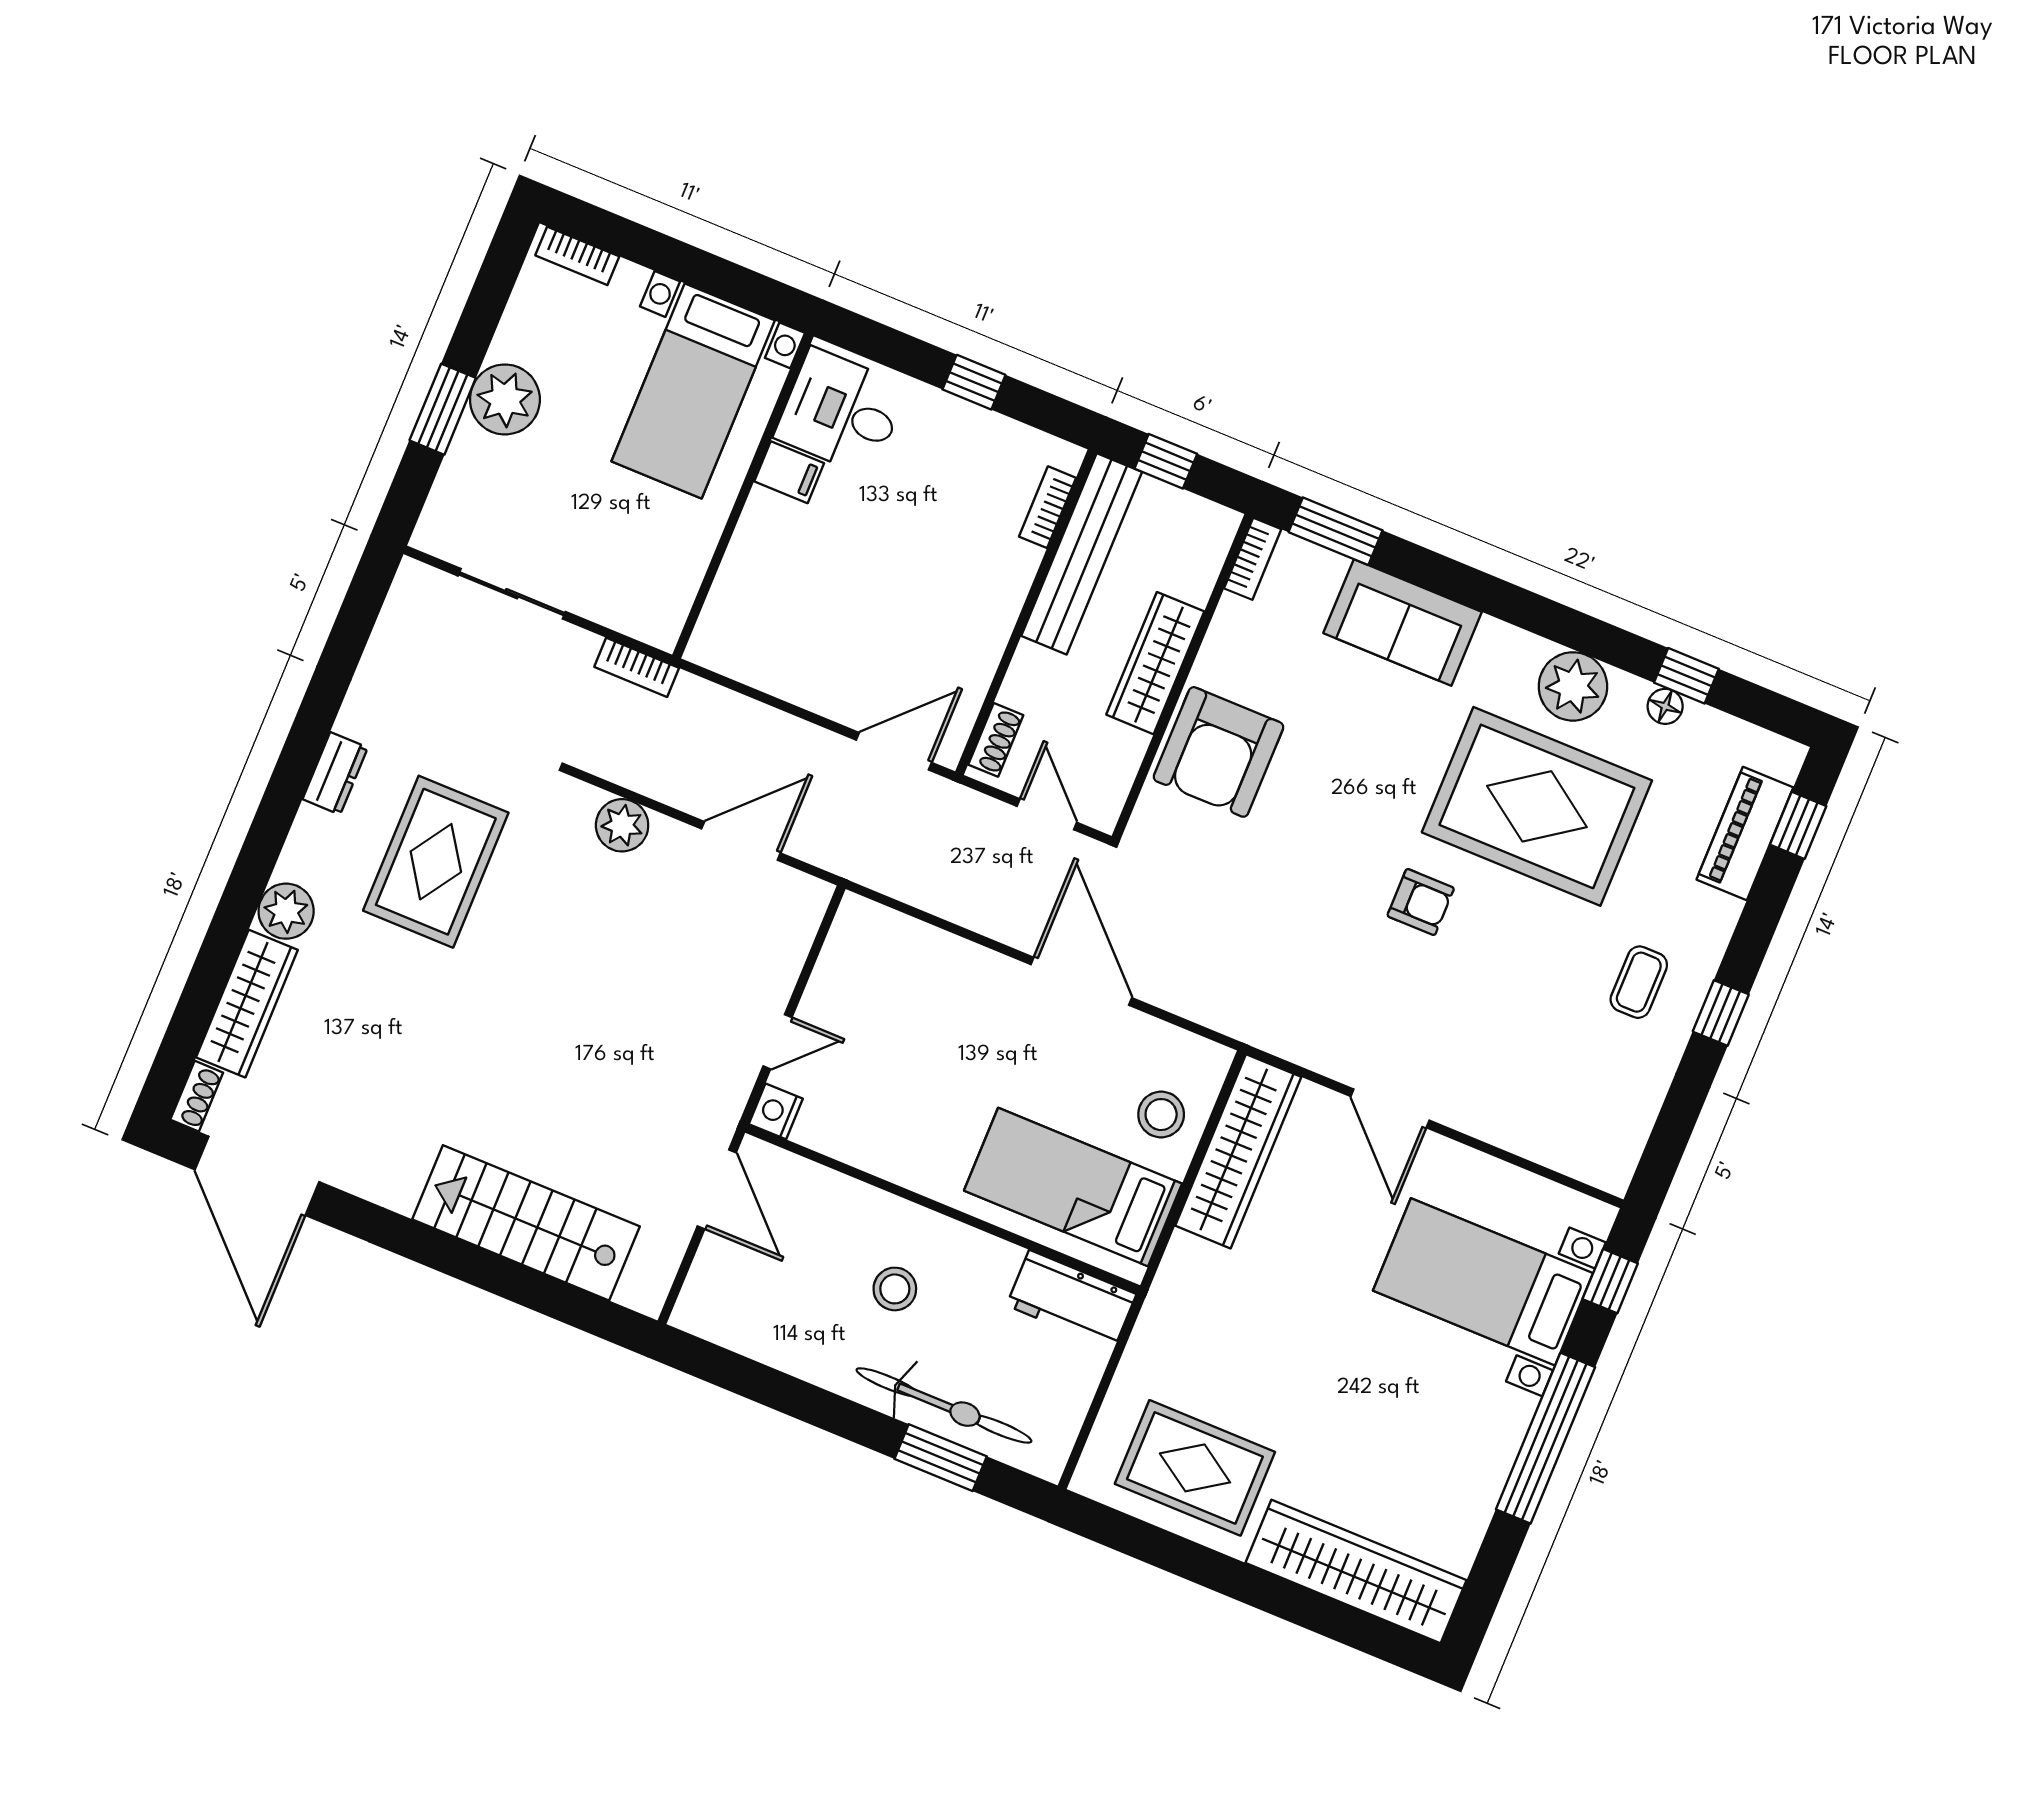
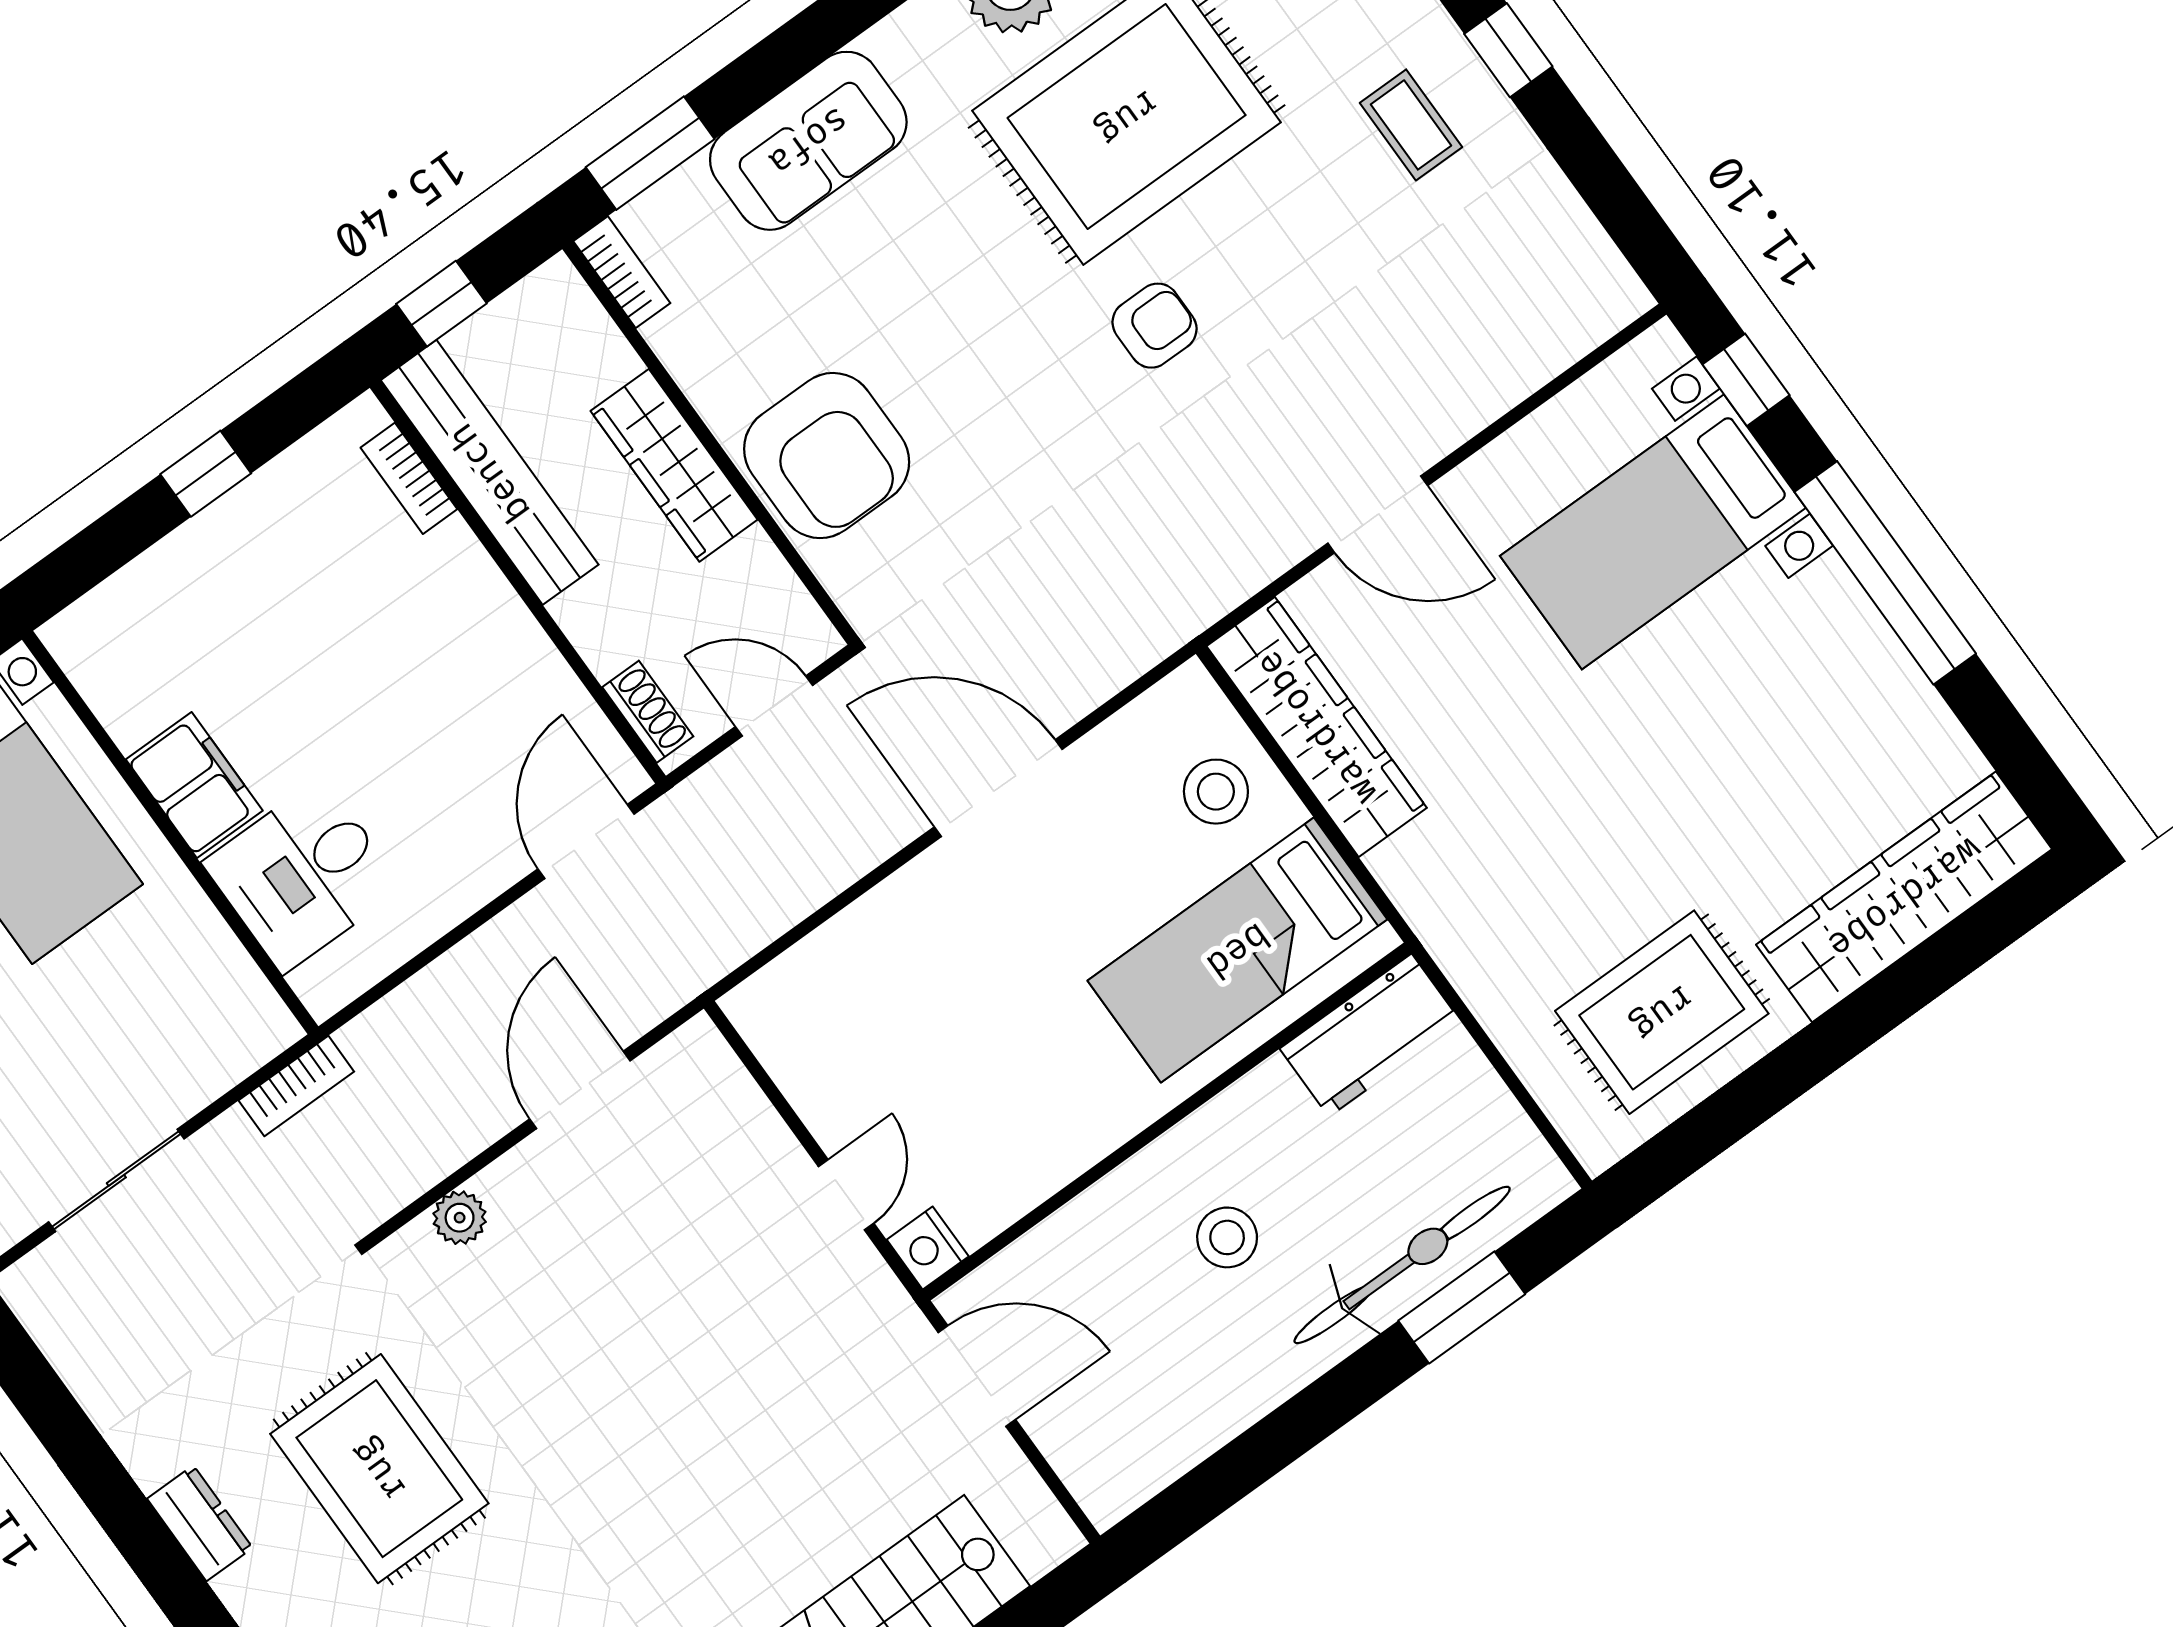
desk: (841, 412) -> (303, 875), moved
filing cabinet: (789, 472) -> (194, 785), width x2.00
plant: (622, 825) -> (460, 1218), width x0.73, depth x0.73

